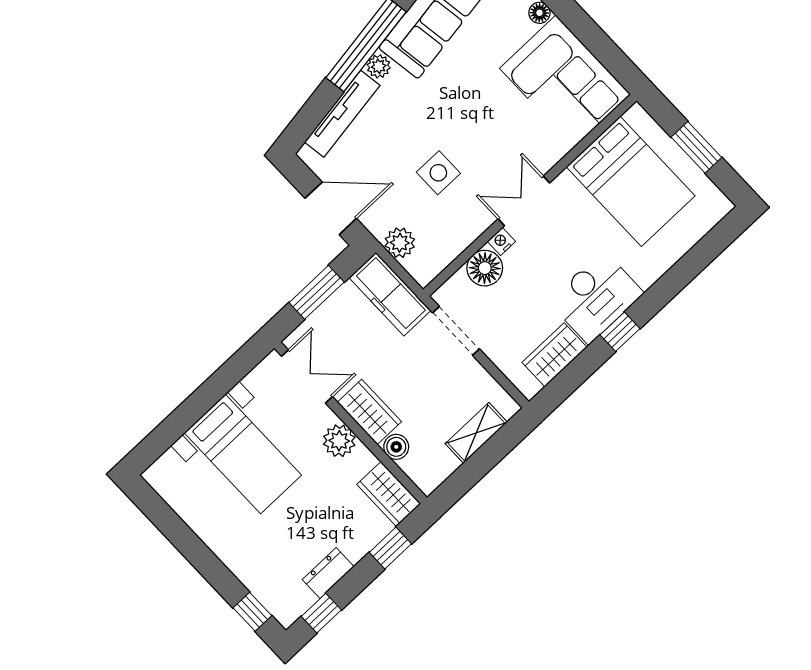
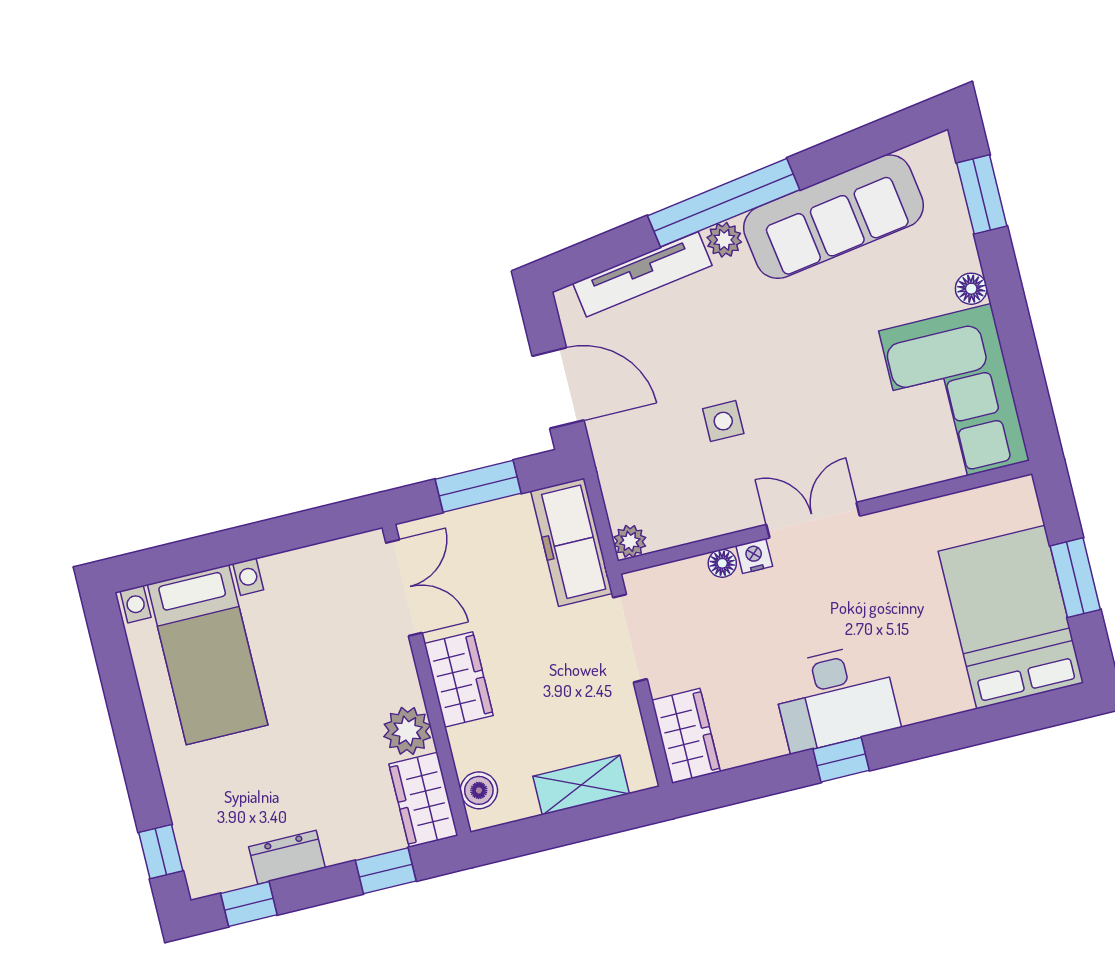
side table: (438, 173) -> (723, 421), width x0.73, depth x0.73
bed: (631, 181) -> (1011, 617), moved, turned 180
plant: (400, 243) -> (630, 541), moved, width x0.73, depth x0.73
floor lamp: (485, 268) -> (722, 563), width x0.53, depth x0.53
wardrobe: (554, 355) -> (686, 736), moved, turned 90
plant: (339, 441) -> (407, 731), moved
boiler: (396, 447) -> (479, 790), moved
bed with nightstands: (243, 454) -> (208, 655), moved

